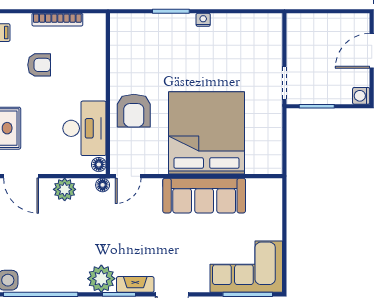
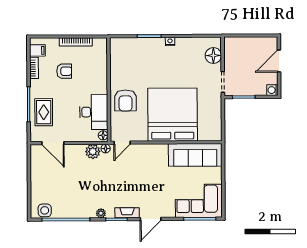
floor lamp: (270, 42) -> (213, 55), added
plant: (65, 189) -> (93, 151), moved
sofa: (204, 196) -> (195, 155), moved
plant: (101, 279) -> (101, 213), width x0.53, depth x0.53

